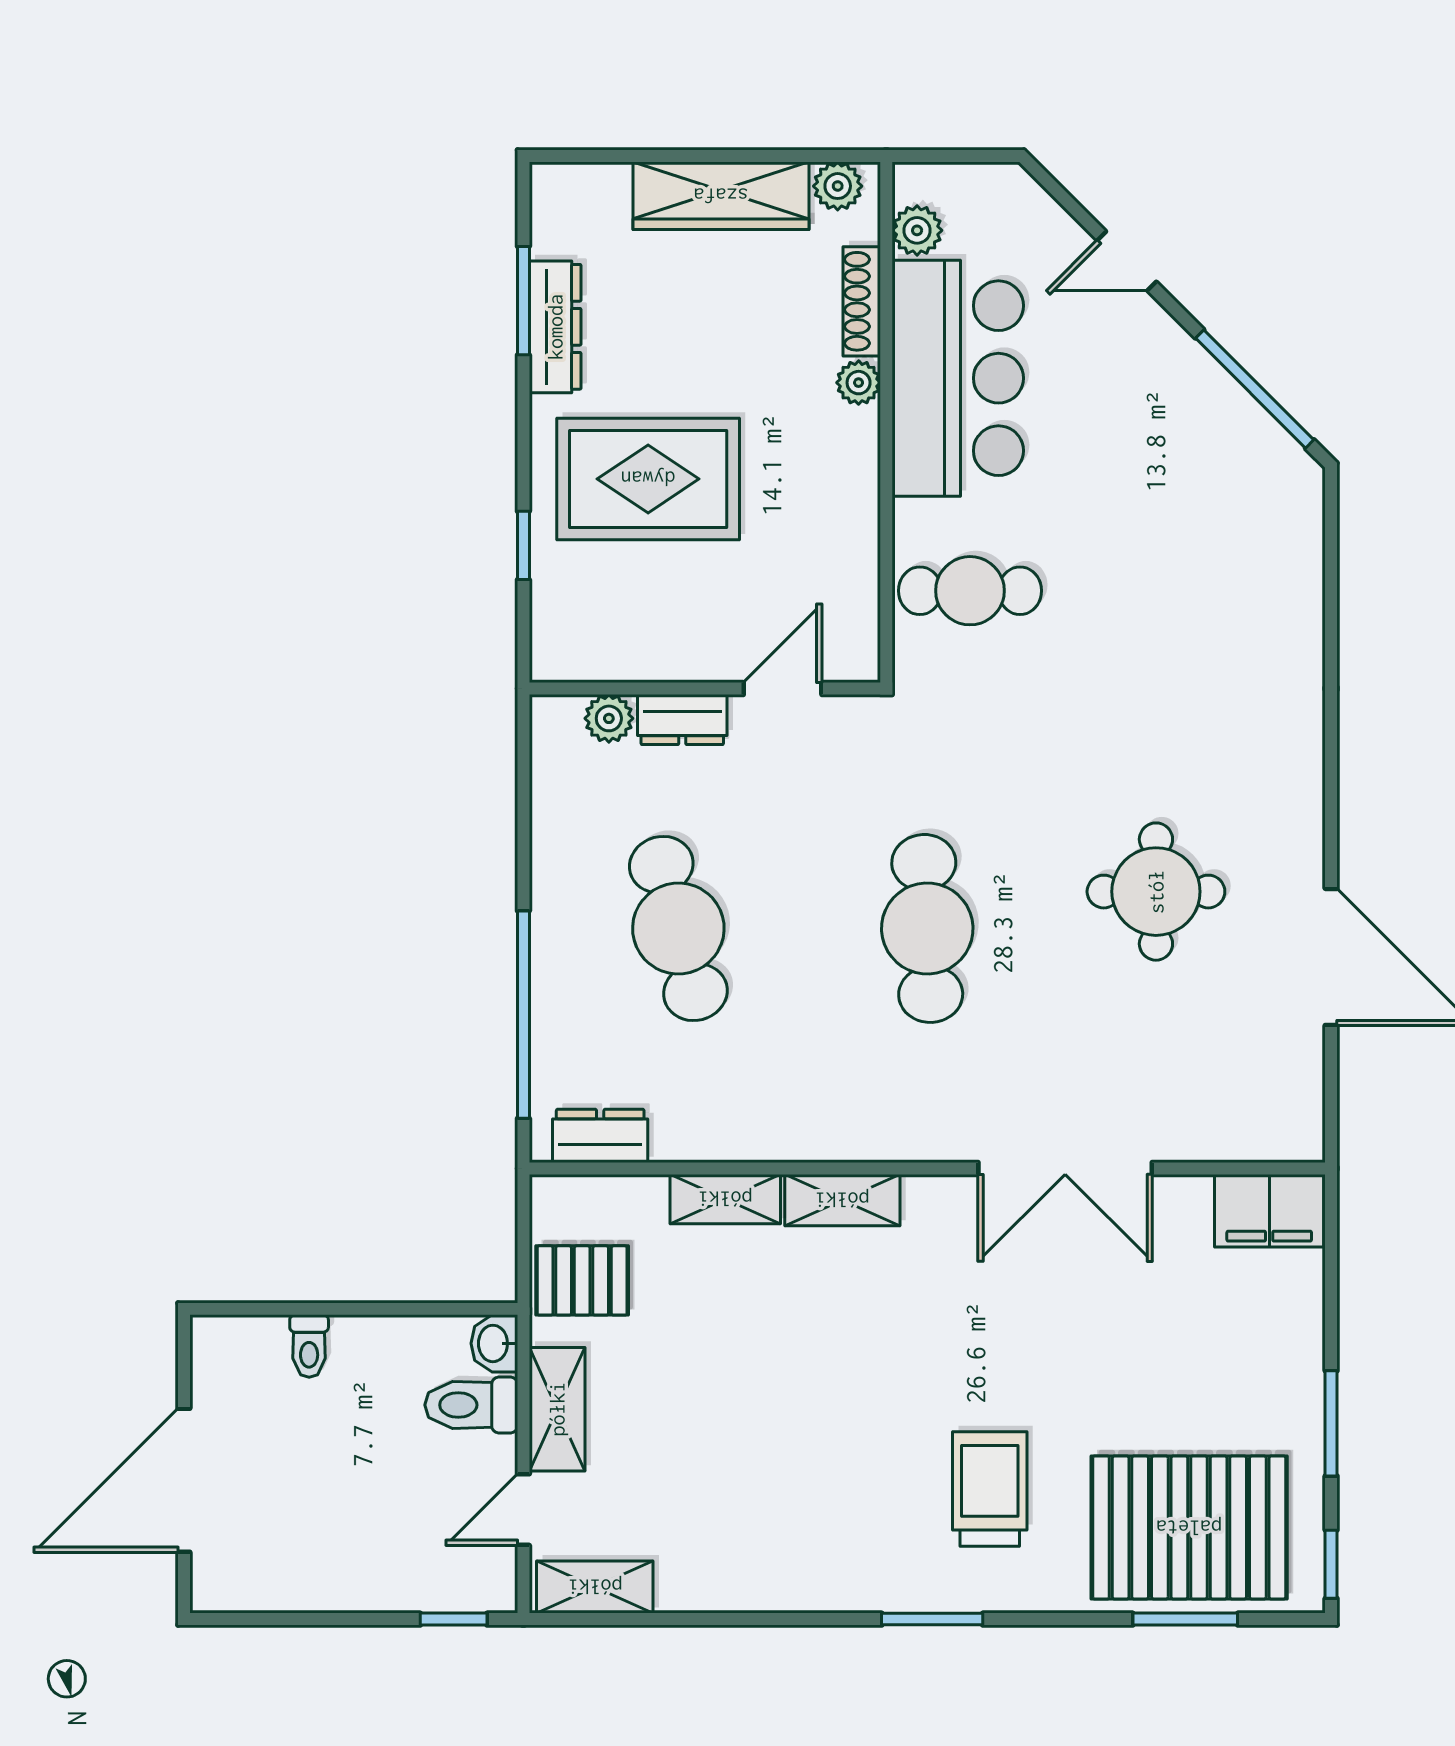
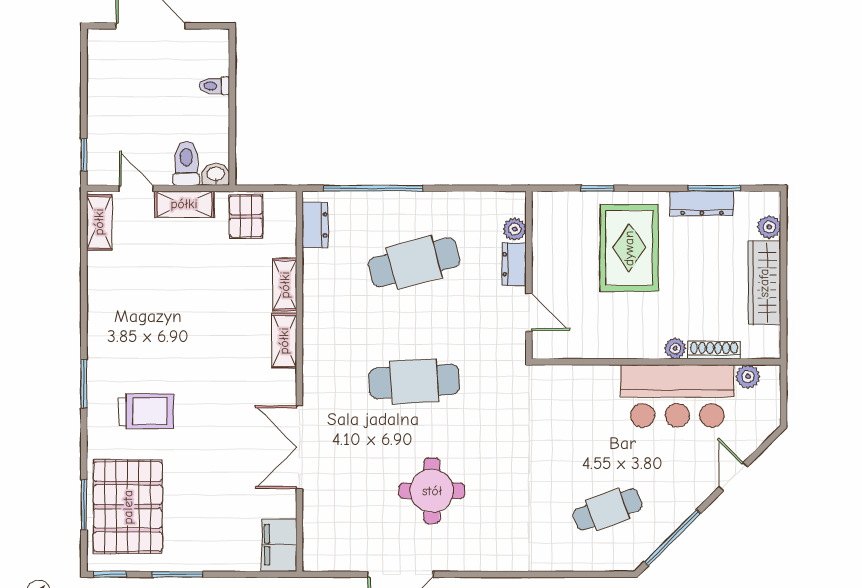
plant: (838, 186) -> (769, 227), moved
cafe table: (970, 591) -> (608, 509), moved, turned 70

